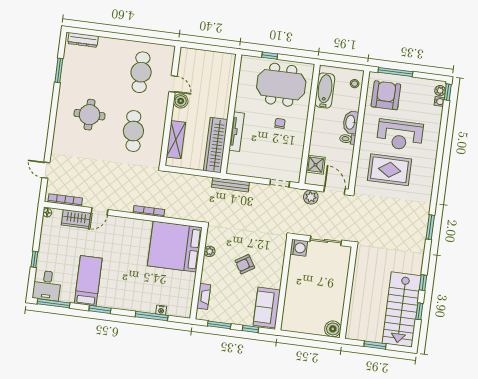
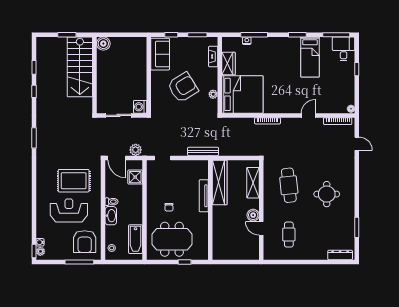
cafe table: (141, 72) -> (289, 235), width x0.73, depth x0.74
wardrobe: (76, 219) -> (228, 63), moved, turned 90
armchair: (245, 264) -> (183, 87), width x1.88, depth x1.88
stairs: (402, 310) -> (80, 67), moved, turned 180

